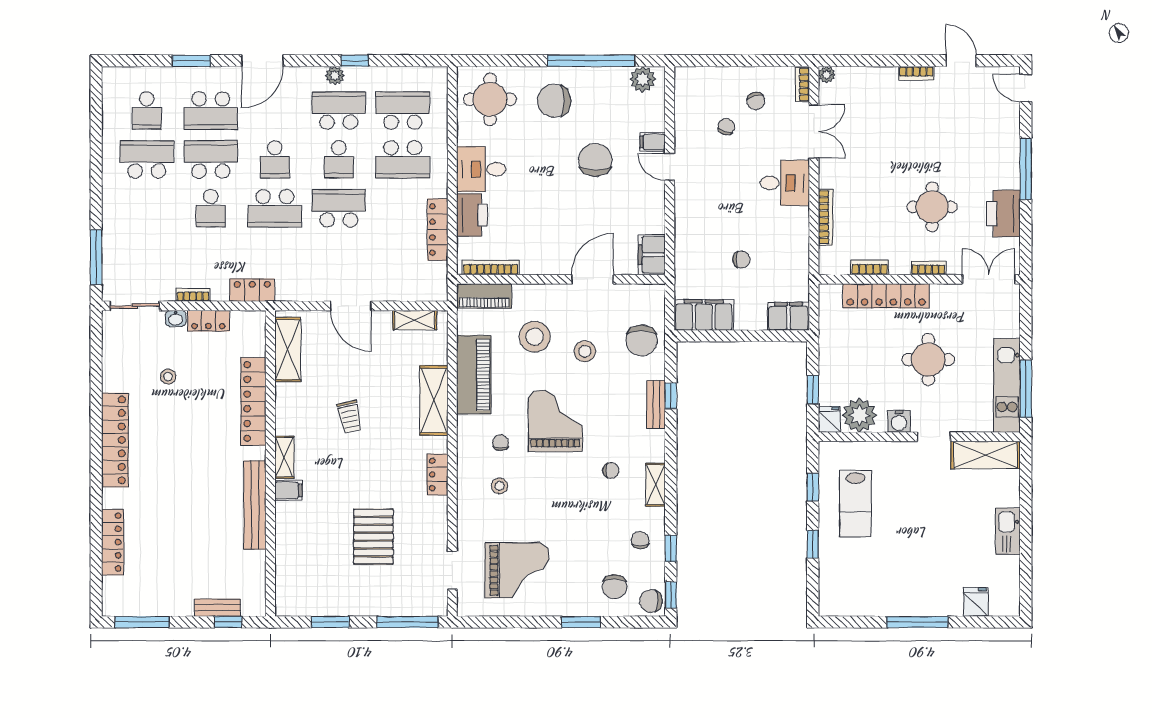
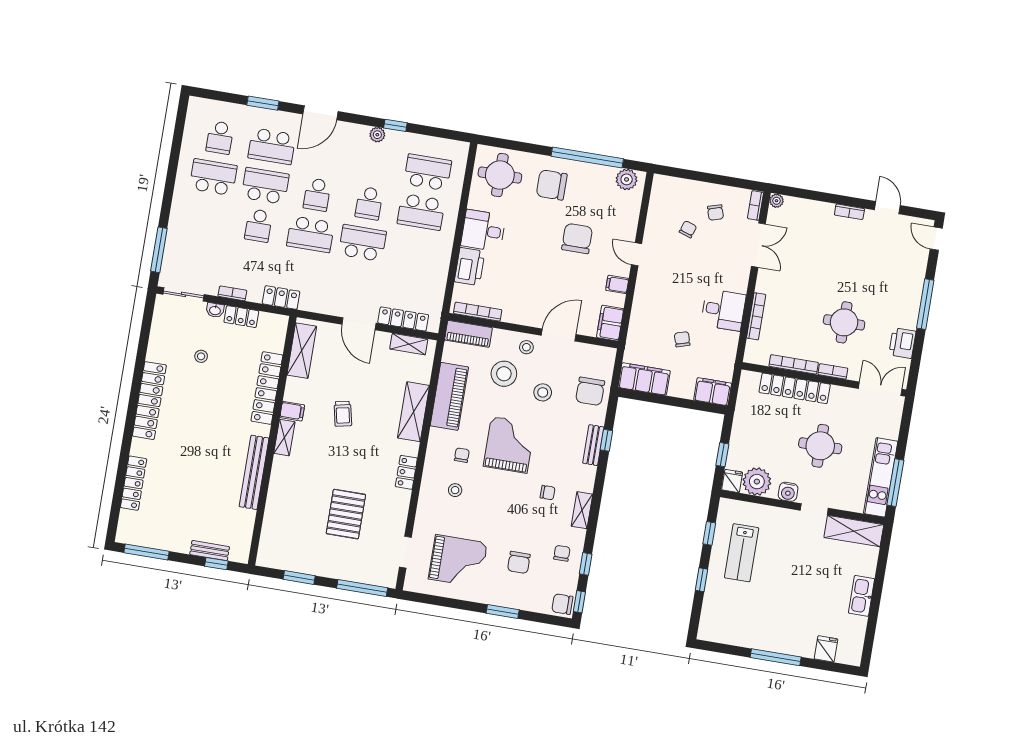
school desk: (339, 111) -> (376, 164), removed
filing cabinet: (653, 142) -> (617, 284), moved
desk: (785, 183) -> (723, 310), moved
printer: (1003, 214) -> (902, 343), width x0.73, depth x0.84
locker: (438, 230) -> (403, 319), moved, turned 90
chair: (741, 260) -> (682, 339), turned -107
bookcase: (870, 267) -> (794, 364), width x1.56
stool: (556, 300) -> (526, 347), added
filing cabinet: (288, 490) -> (292, 411), moved
chair: (615, 587) -> (519, 562), moved

